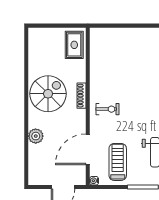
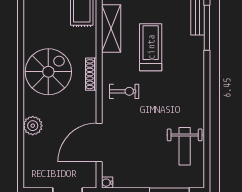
shelving: (97, 60) -> (111, 29), added
treadmill: (118, 162) -> (151, 47), moved

